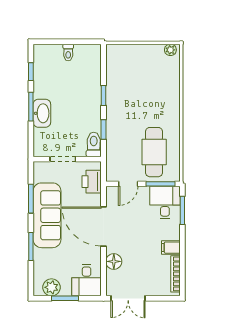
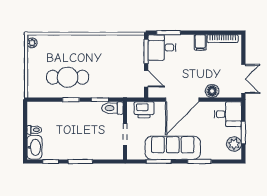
washbasin: (42, 113) -> (34, 147), moved, turned 90
cafe table: (154, 152) -> (68, 77), moved

